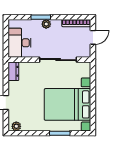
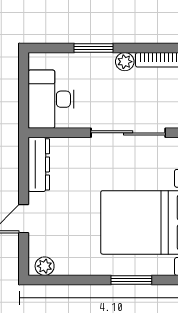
plant: (46, 24) -> (125, 62), moved
dresser: (13, 71) -> (39, 164), width x1.44

